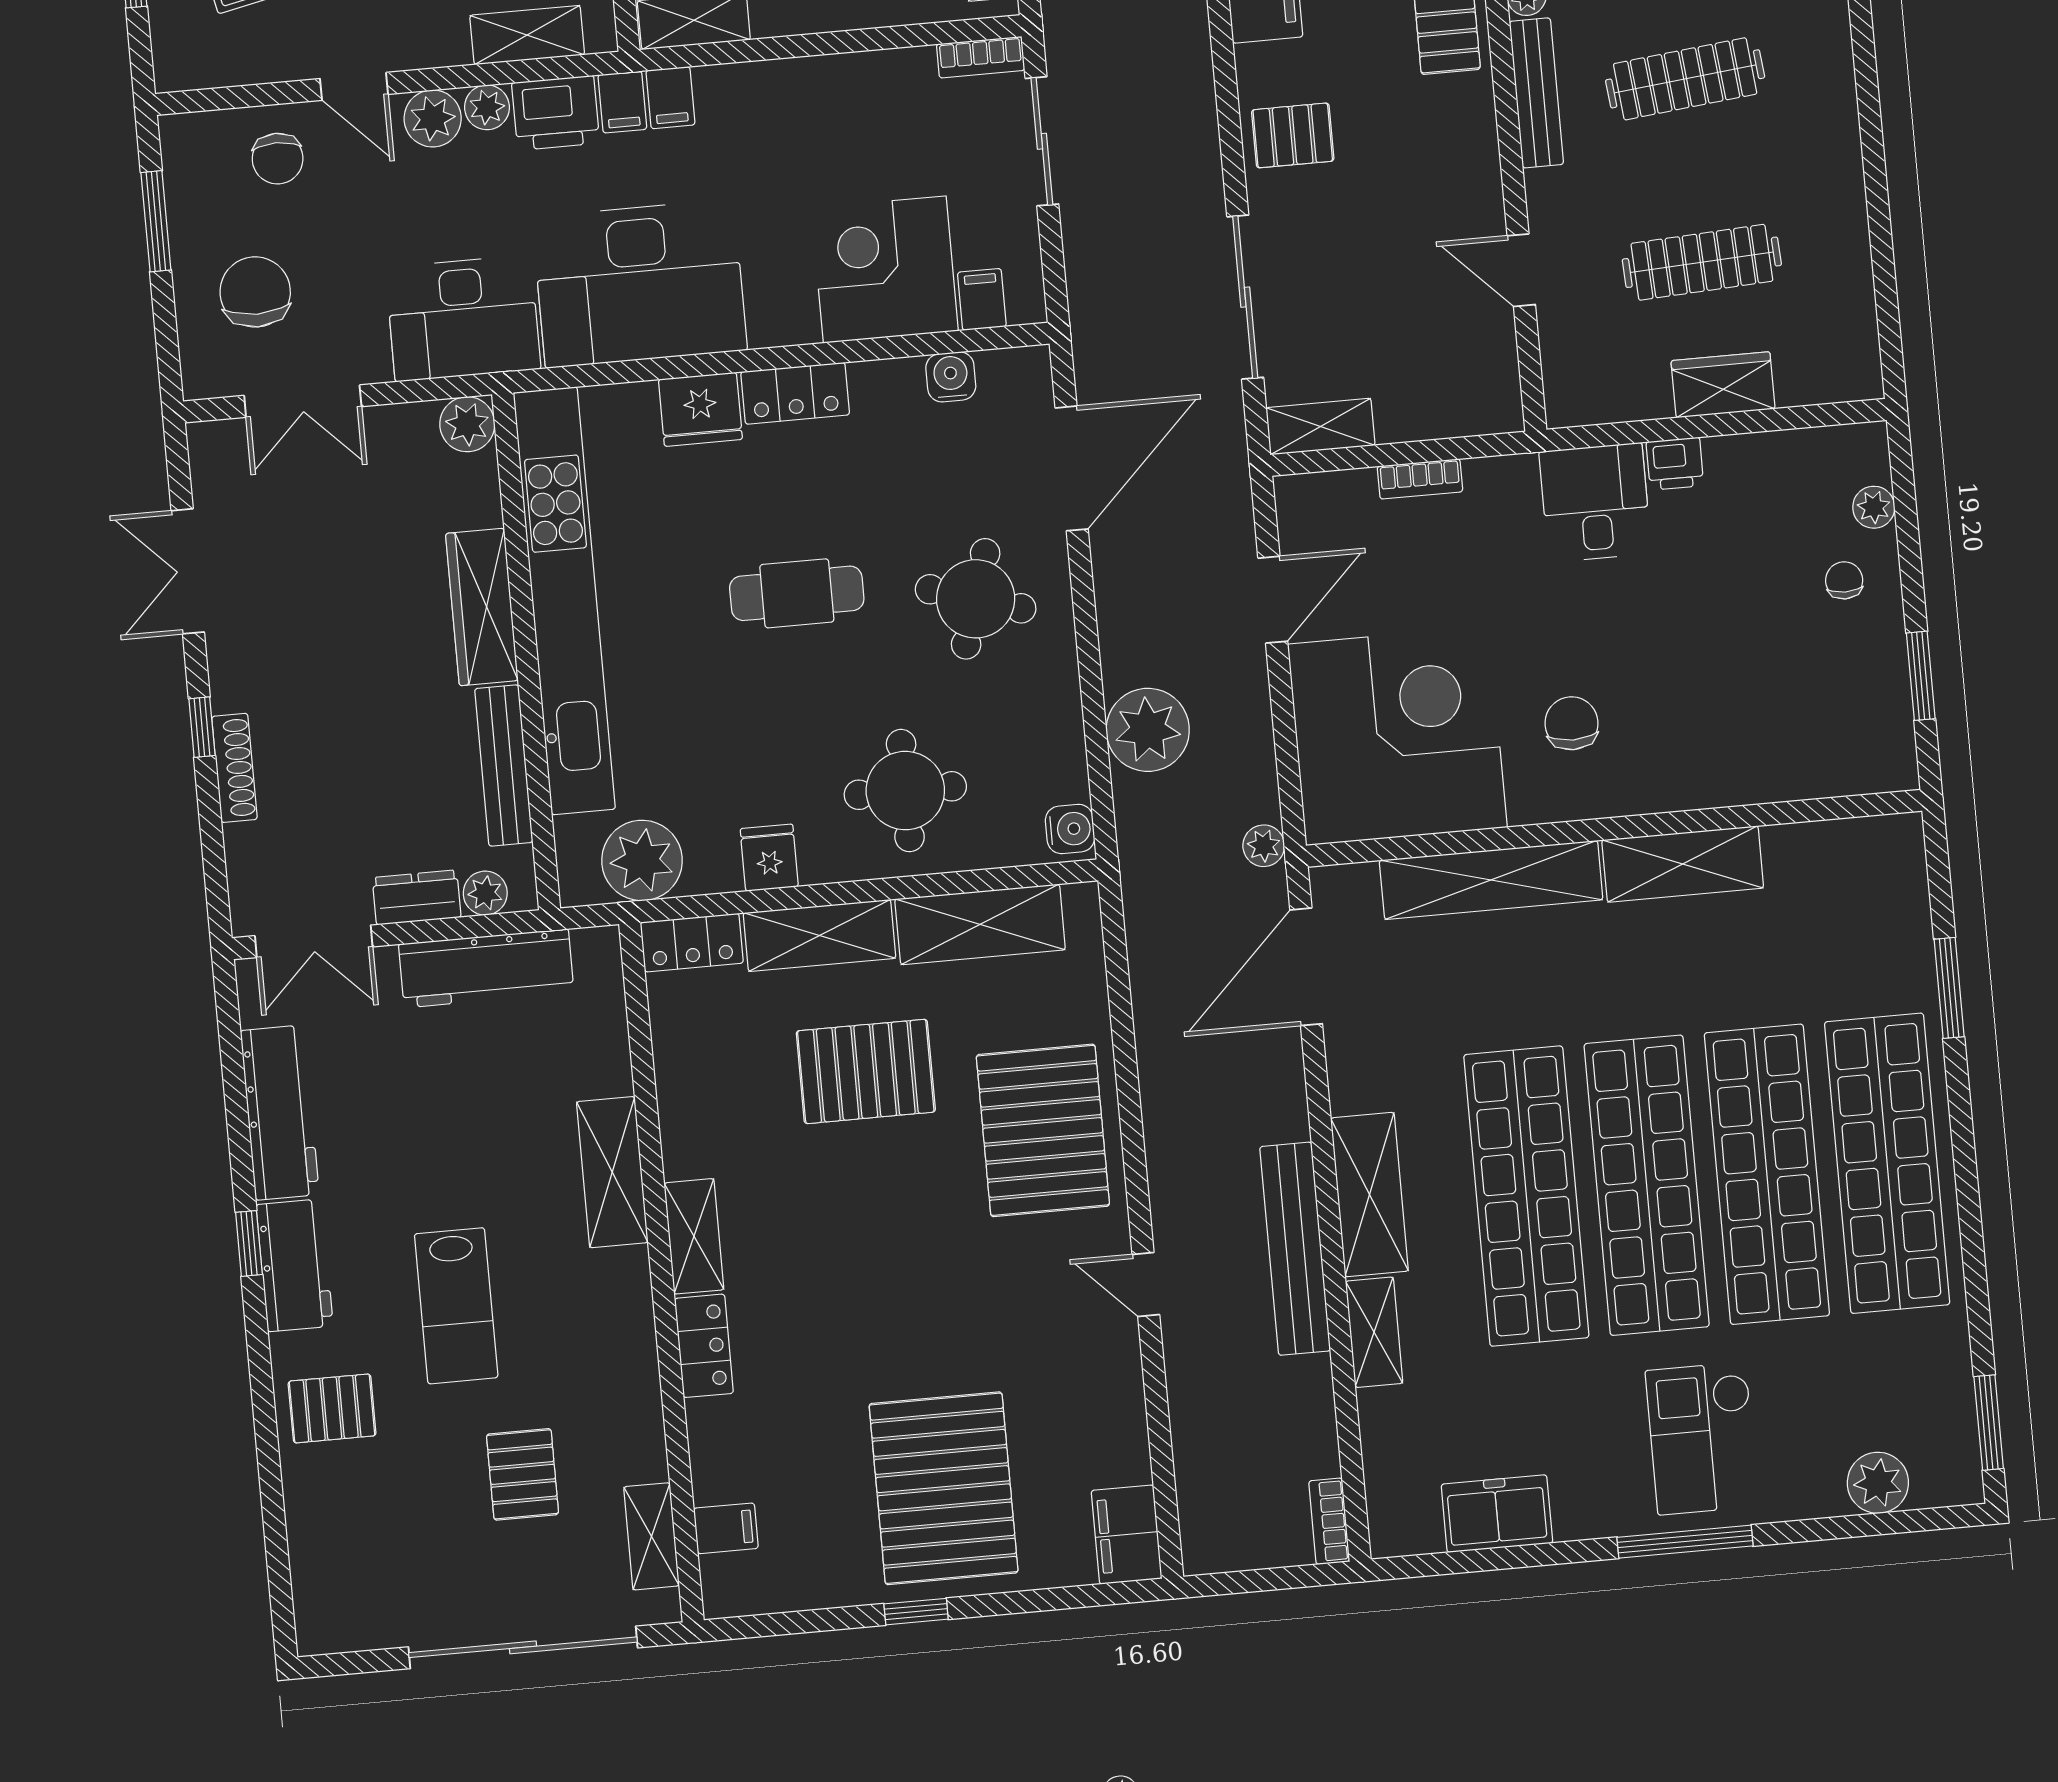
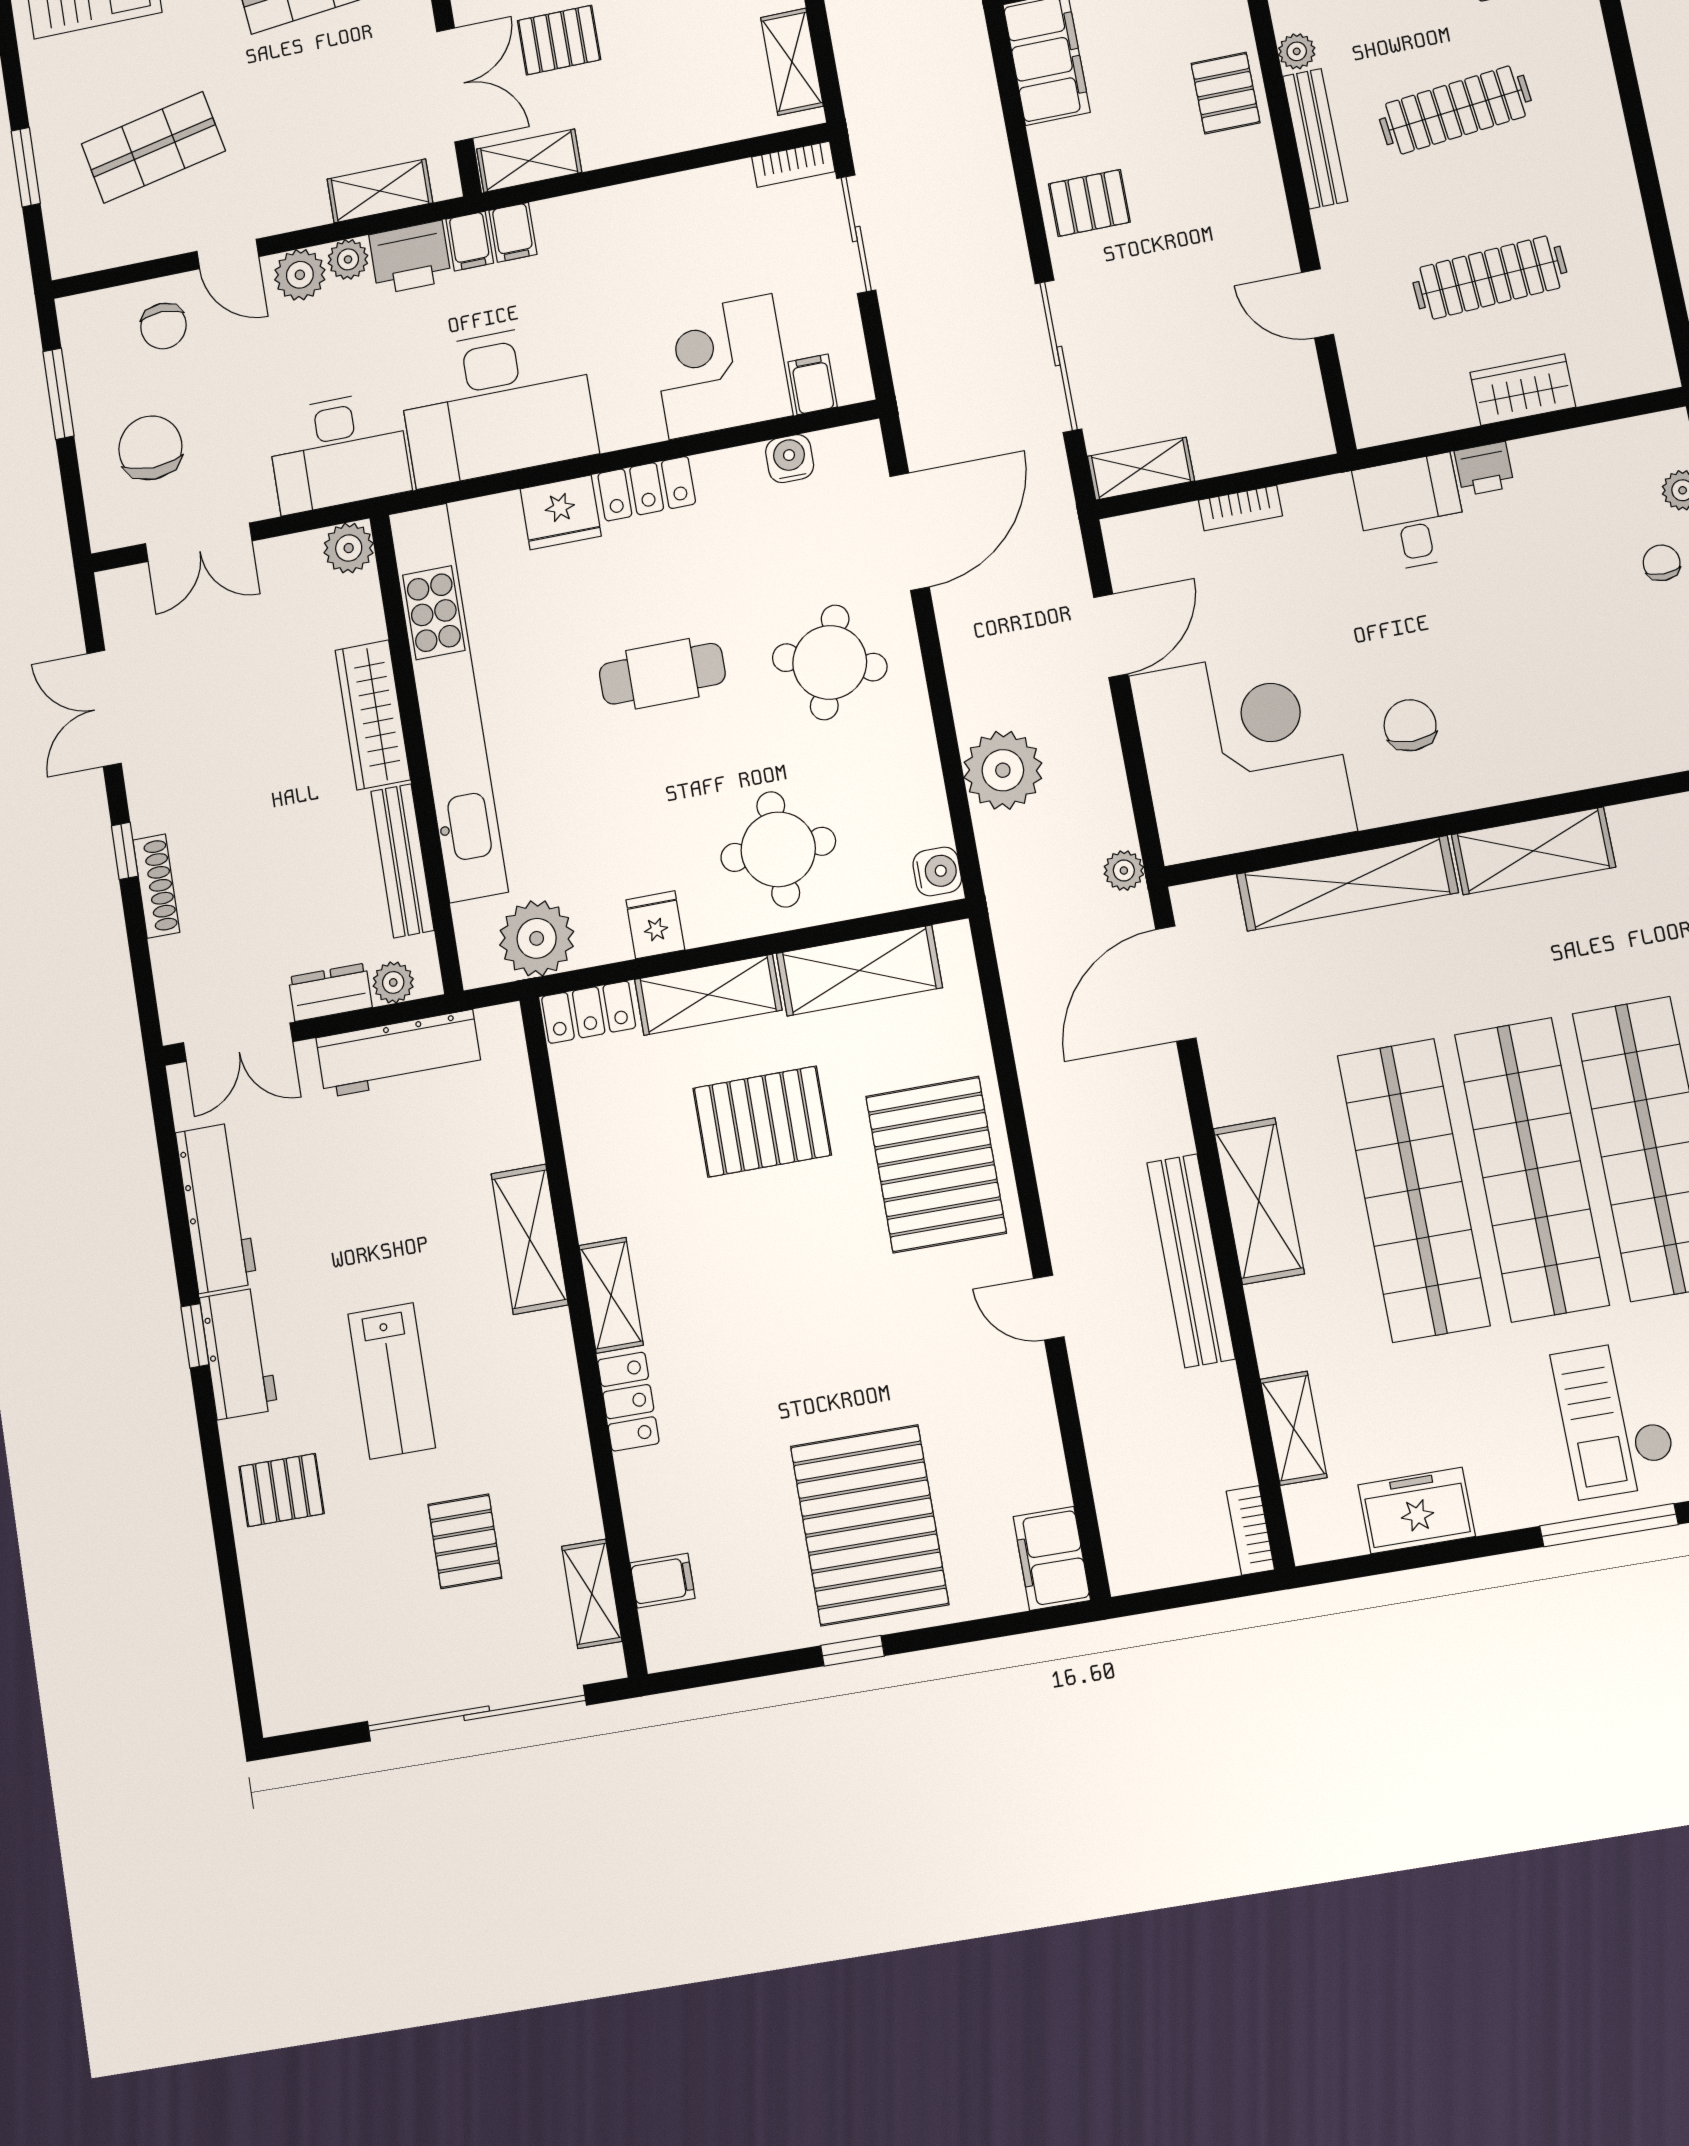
shelving: (1374, 1332) -> (1294, 1428), moved

